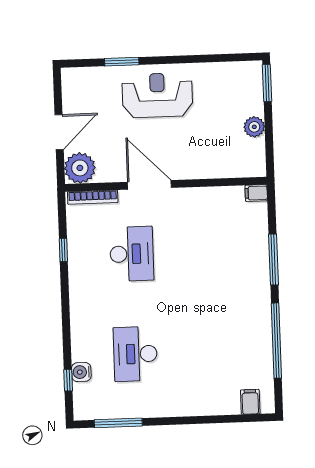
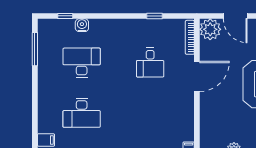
desk: (132, 254) -> (150, 63), width x0.73
desk: (209, 351) -> (82, 113), added
water cooler: (81, 372) -> (82, 25), moved

